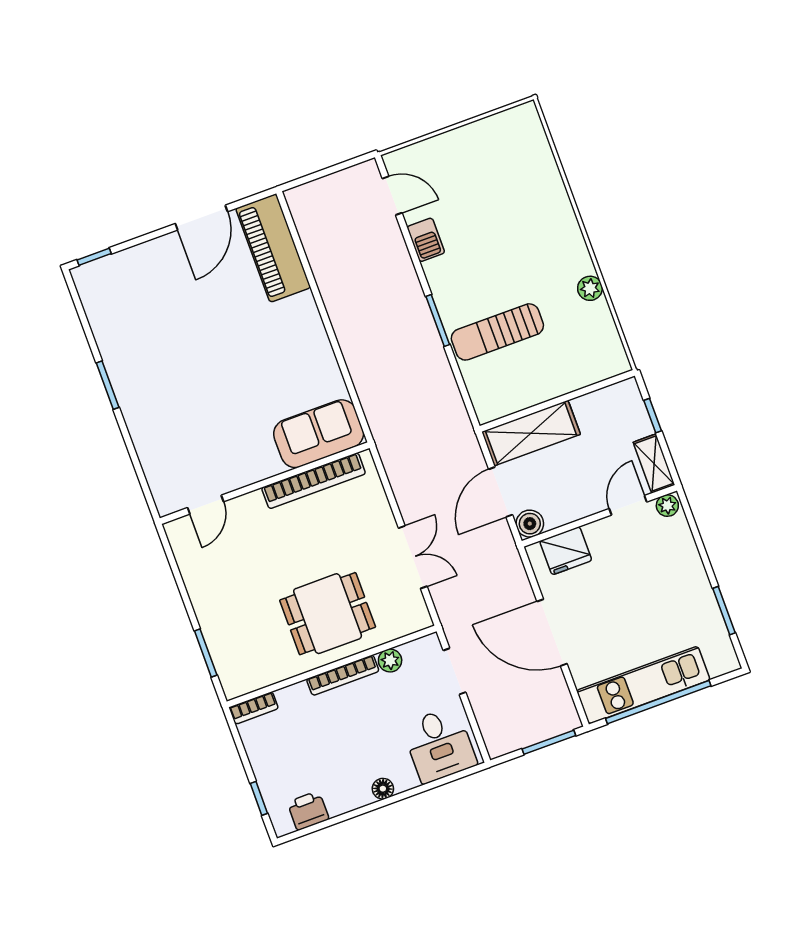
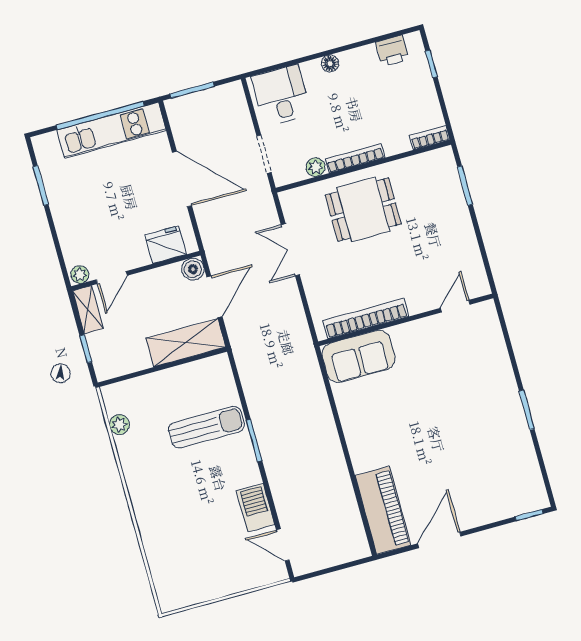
barbecue: (426, 240) -> (256, 508), width x1.38, depth x1.27
plant: (590, 288) -> (119, 425), moved

